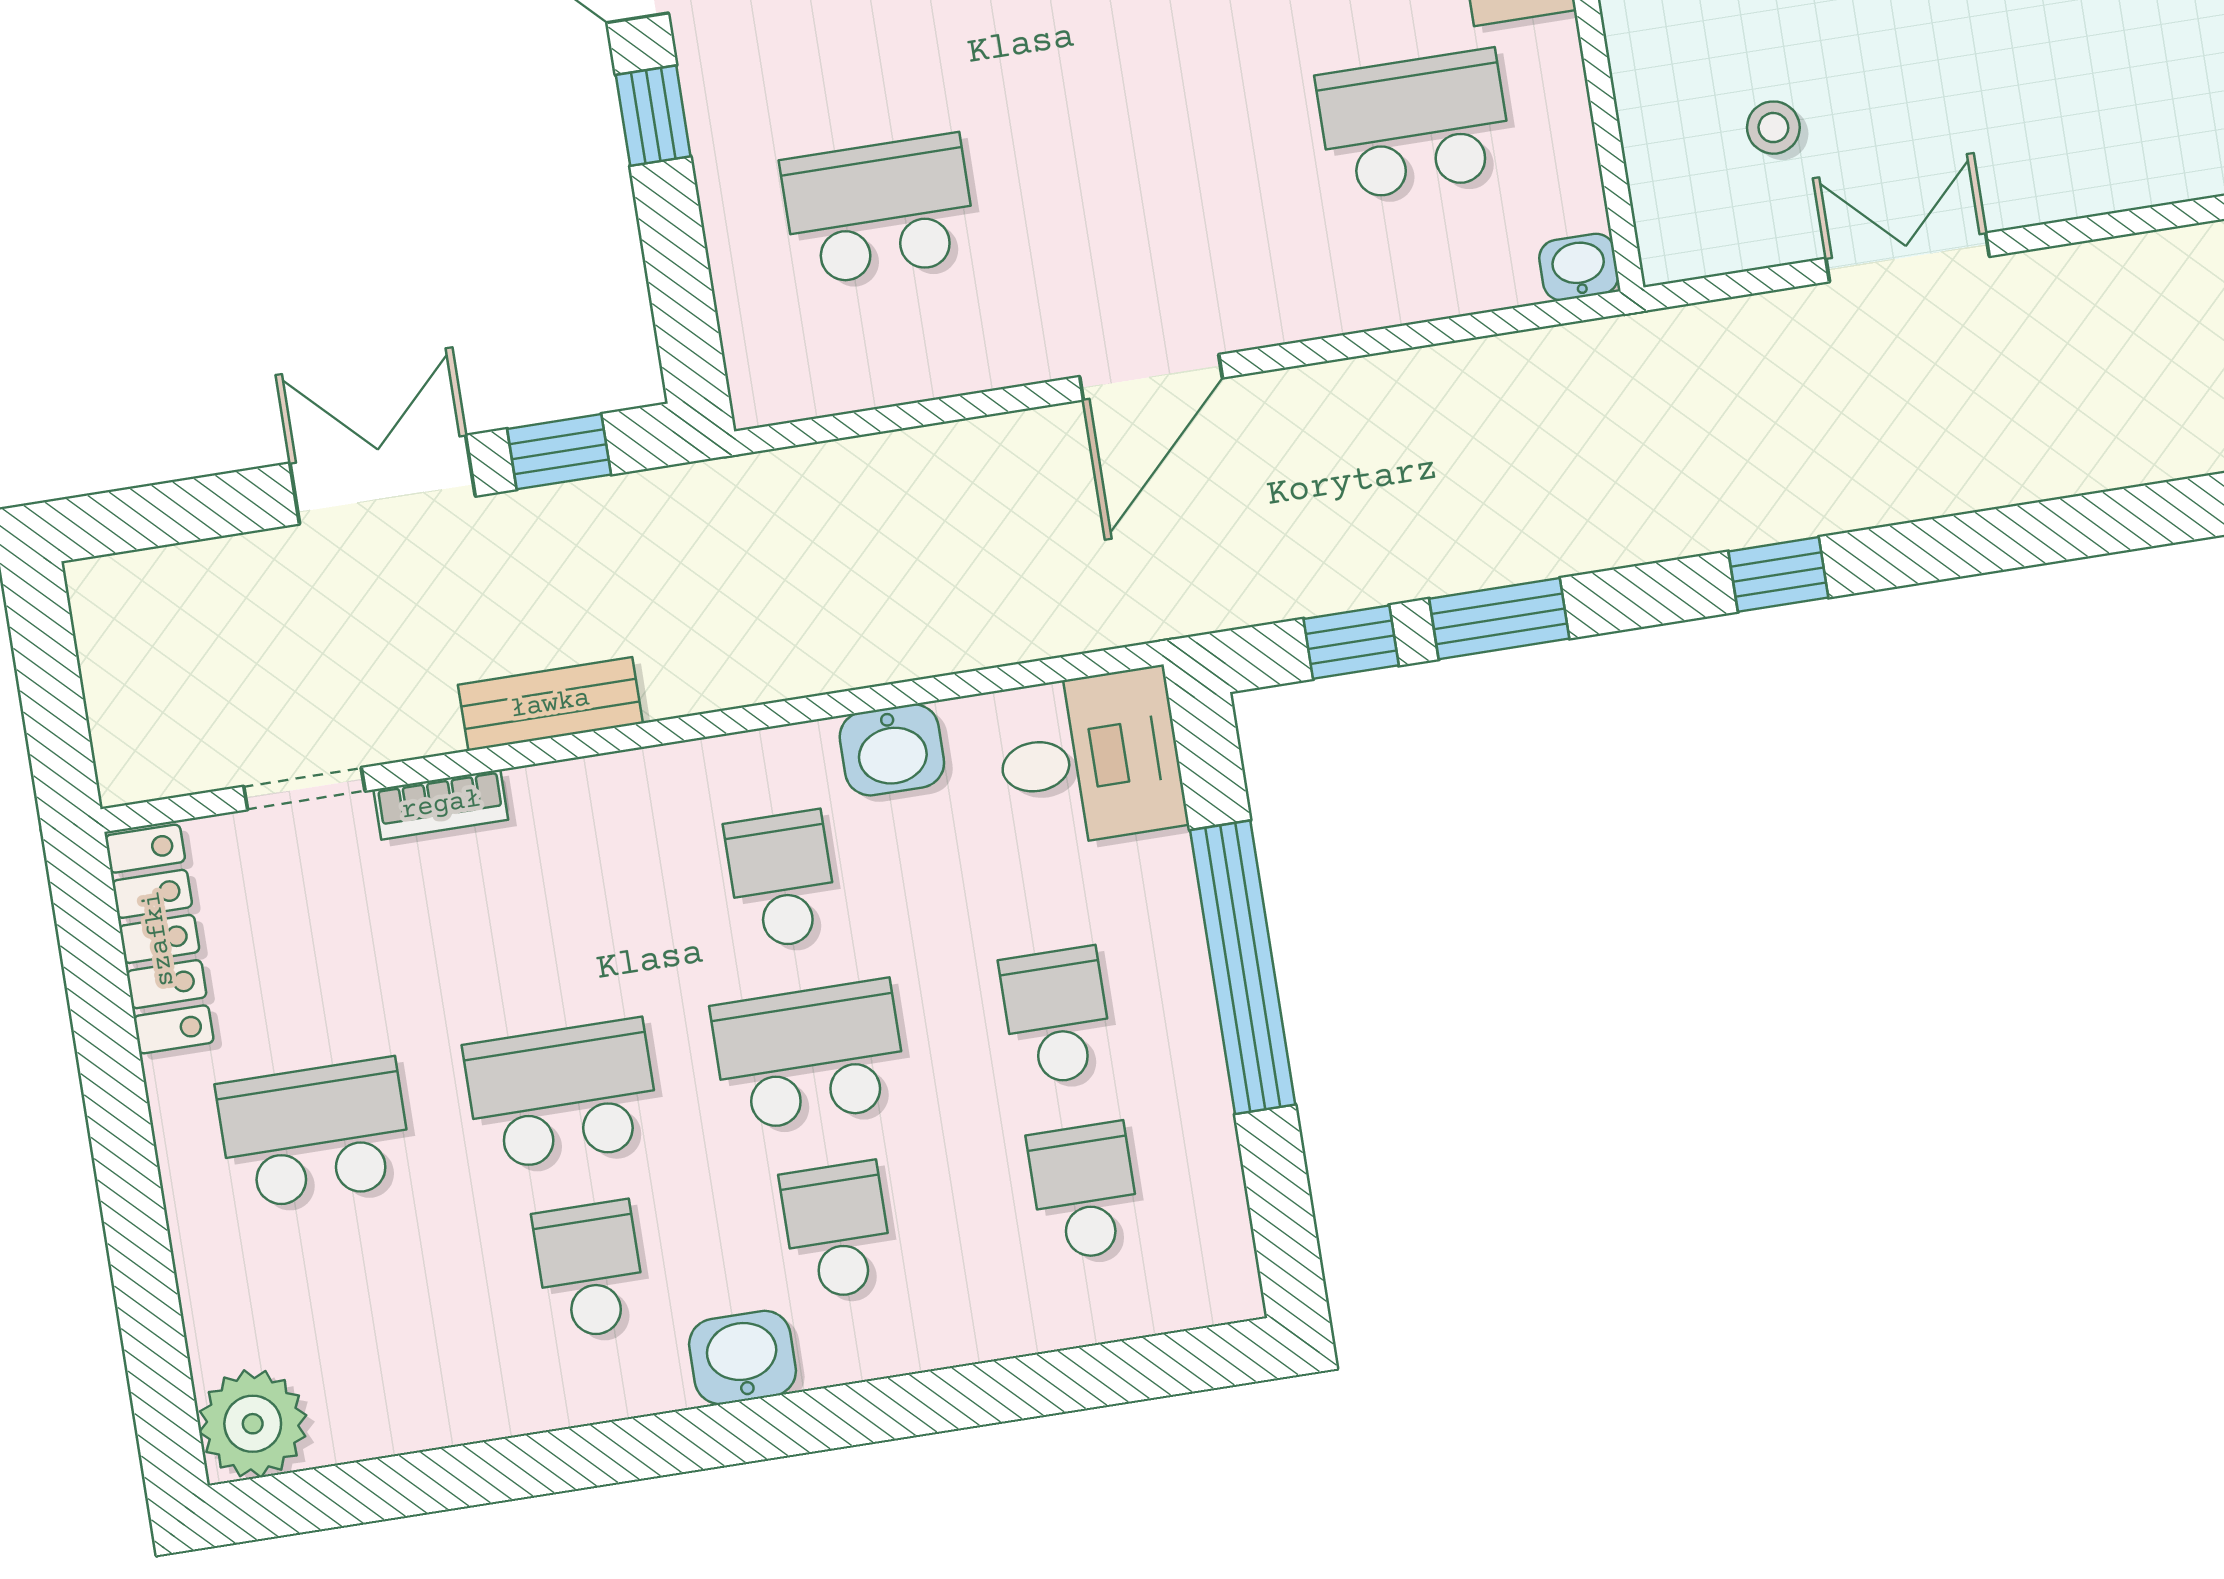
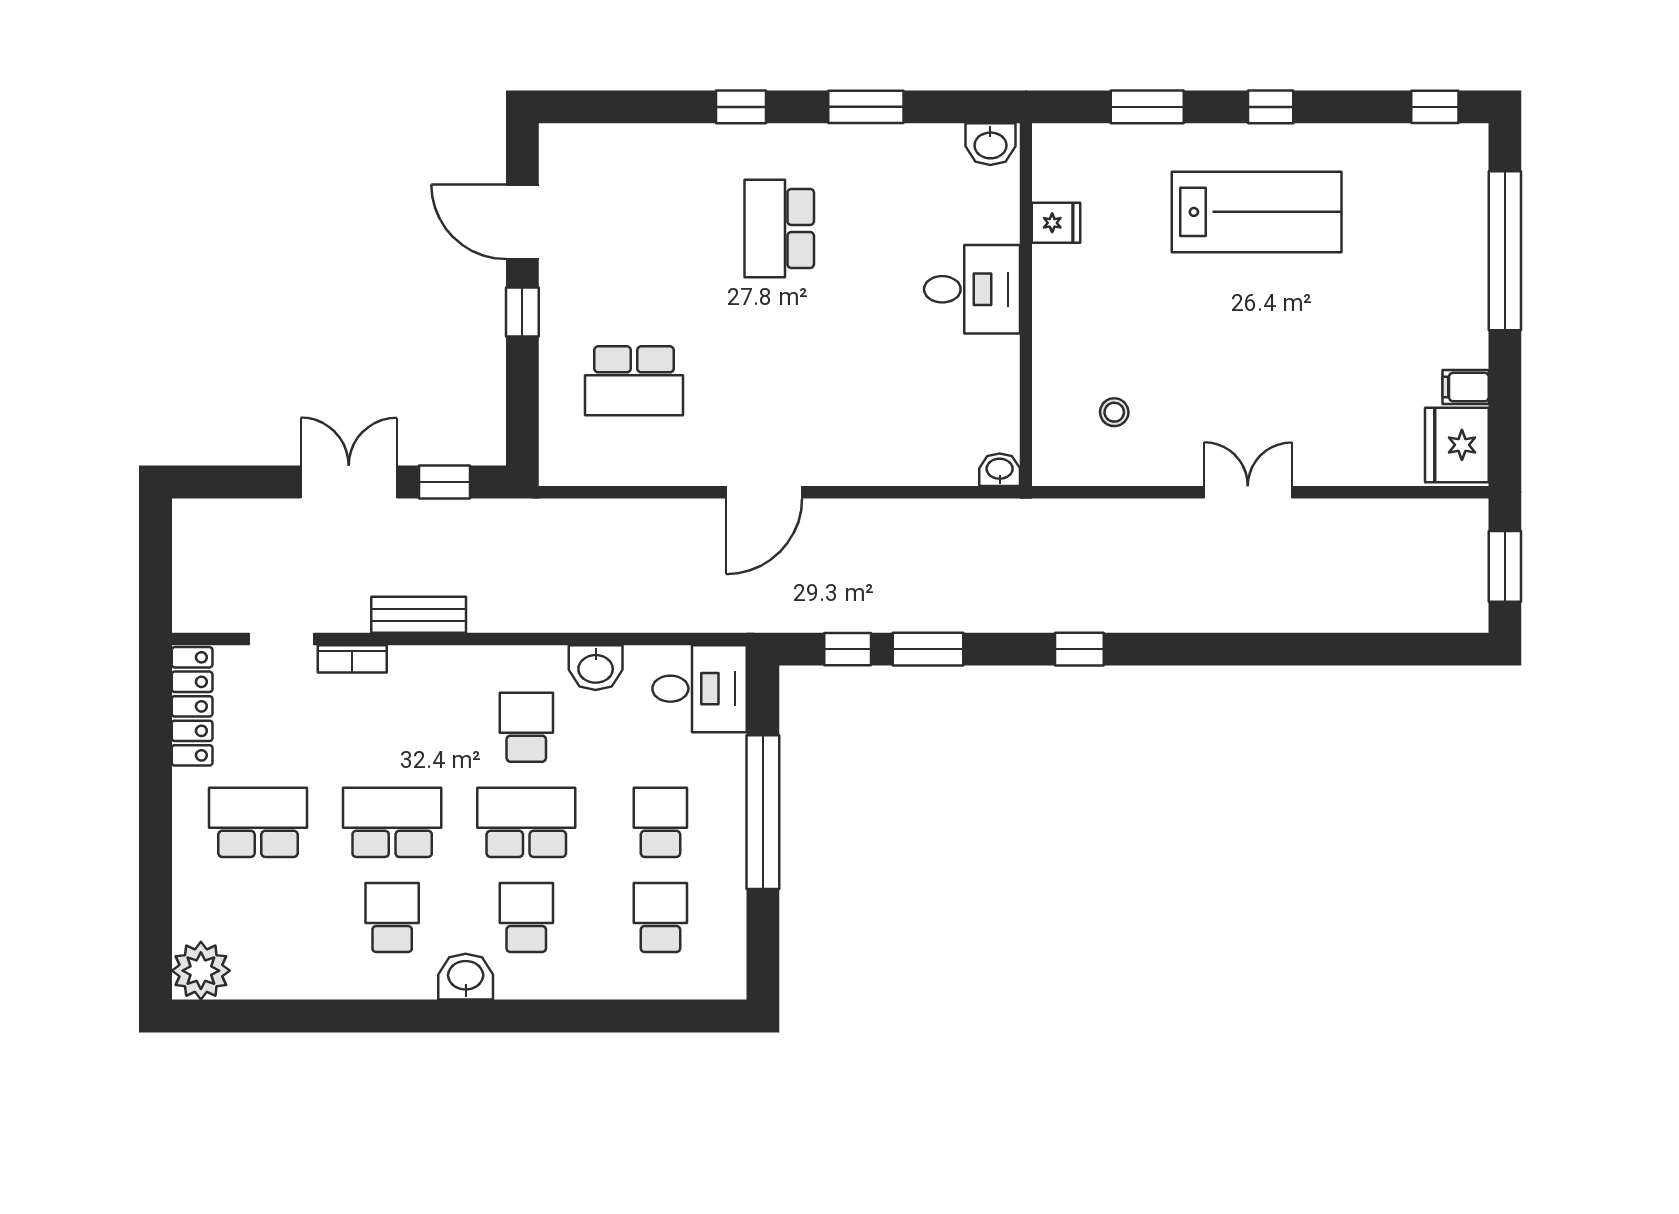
school desk: (1414, 125) -> (924, 381), removed
school desk: (879, 210) -> (634, 381), turned 180
double door: (1908, 257) -> (1248, 492), moved

